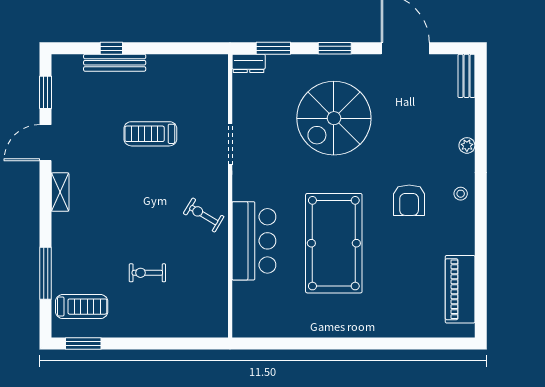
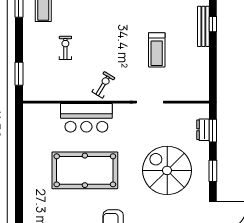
dresser: (249, 63) -> (203, 130), moved
treadmill: (150, 134) -> (157, 50), turned 180
window: (187, 344) -> (19, 74), added

